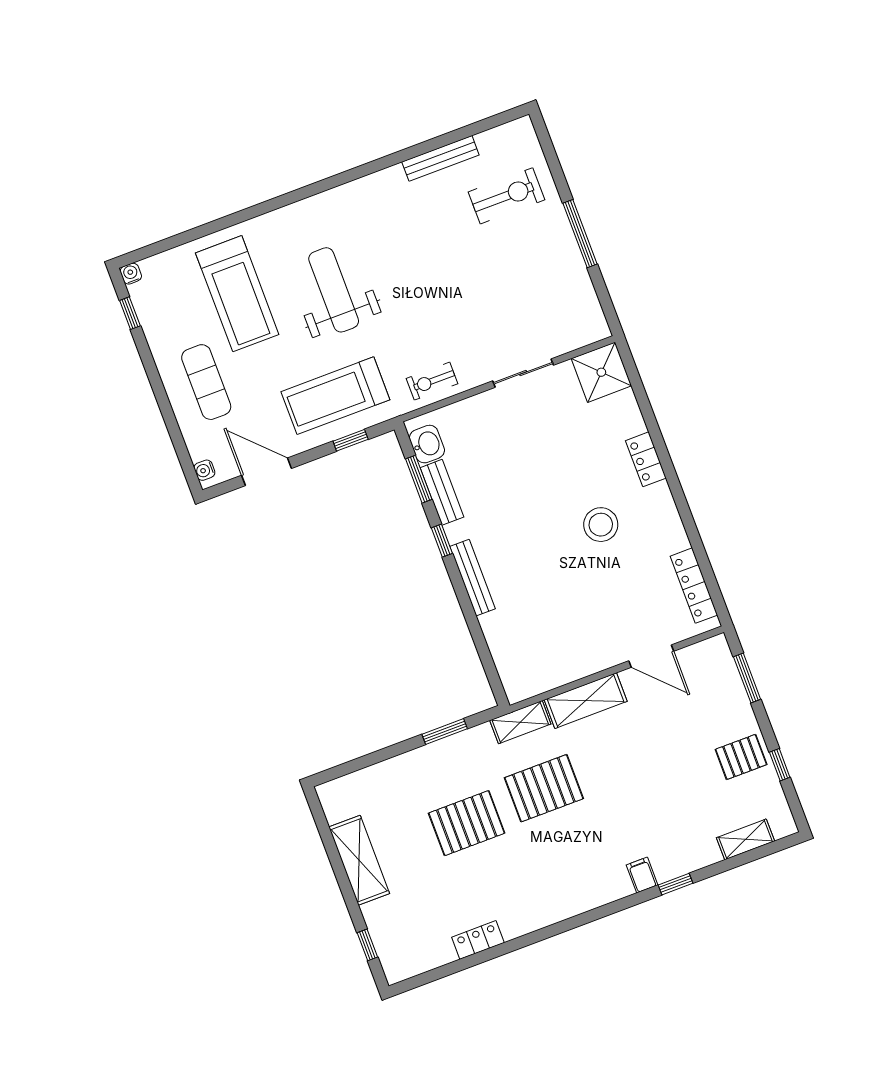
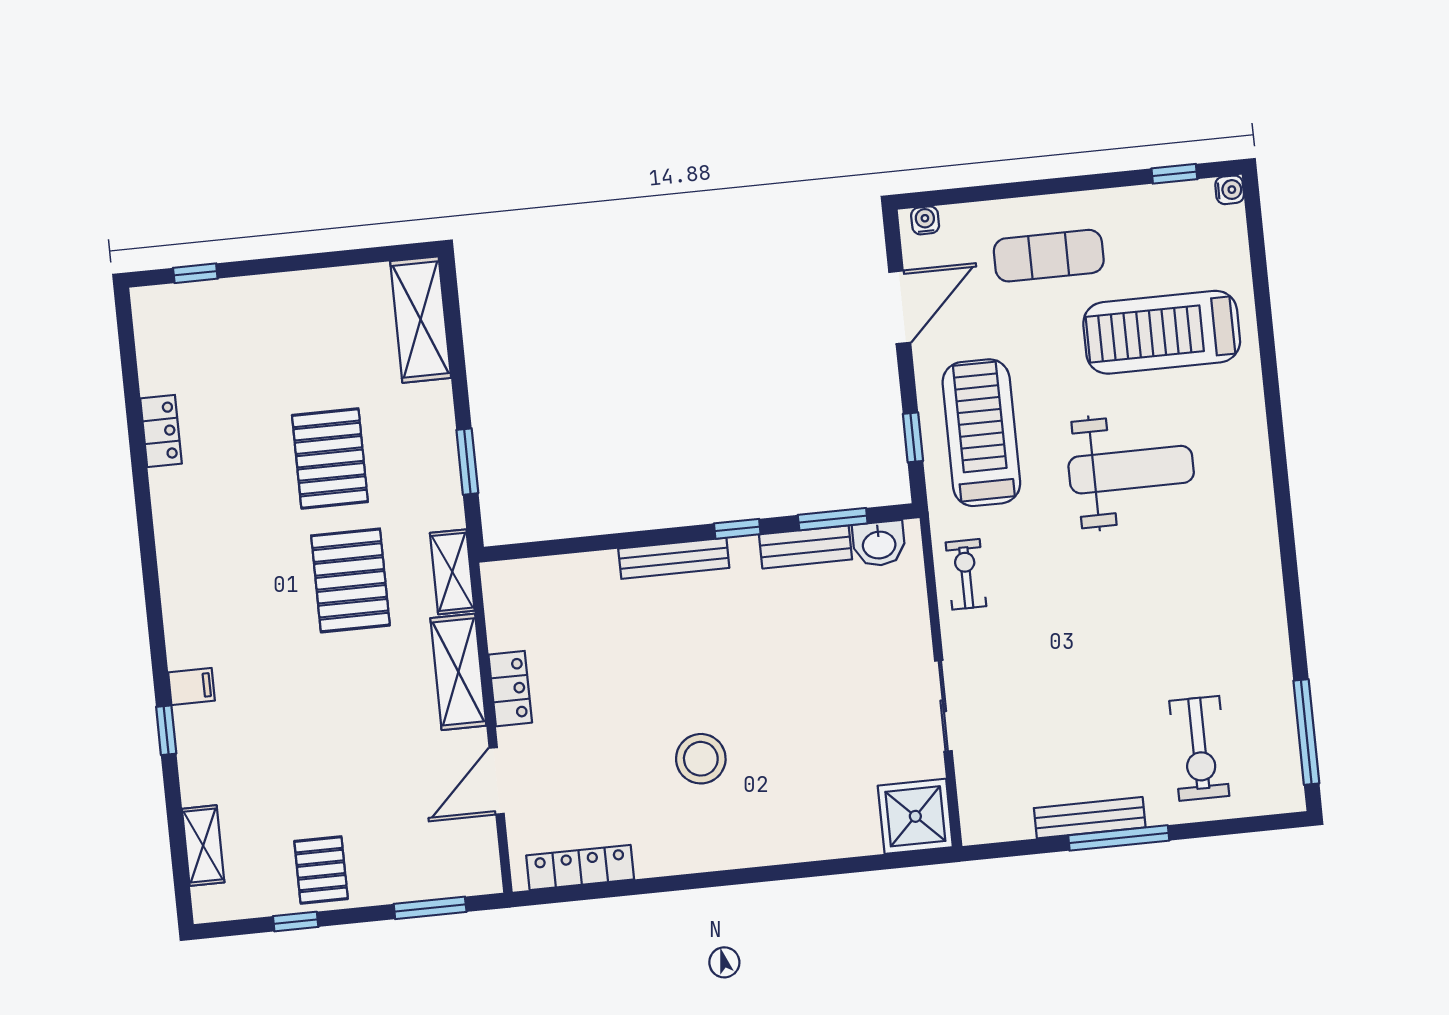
window: (477, 128) -> (1306, 732), added
bench: (440, 158) -> (1090, 818), moved, turned 90
locker: (646, 459) -> (510, 689), moved, turned 90
shelving: (359, 860) -> (421, 320), moved, turned 90

